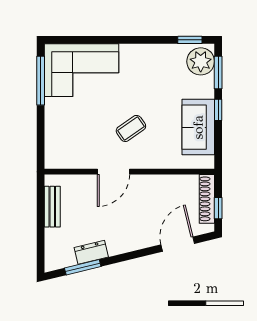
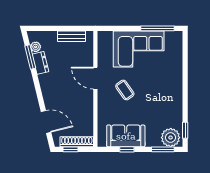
corner sofa: (82, 70) -> (139, 49), moved, turned -90
window: (218, 110) -> (127, 149), moved
plant: (68, 259) -> (36, 47), added

